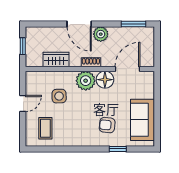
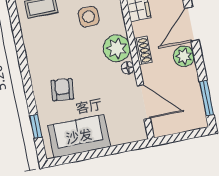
floor lamp: (105, 80) -> (128, 68), width x0.53, depth x0.53
window: (118, 149) -> (36, 126), moved

